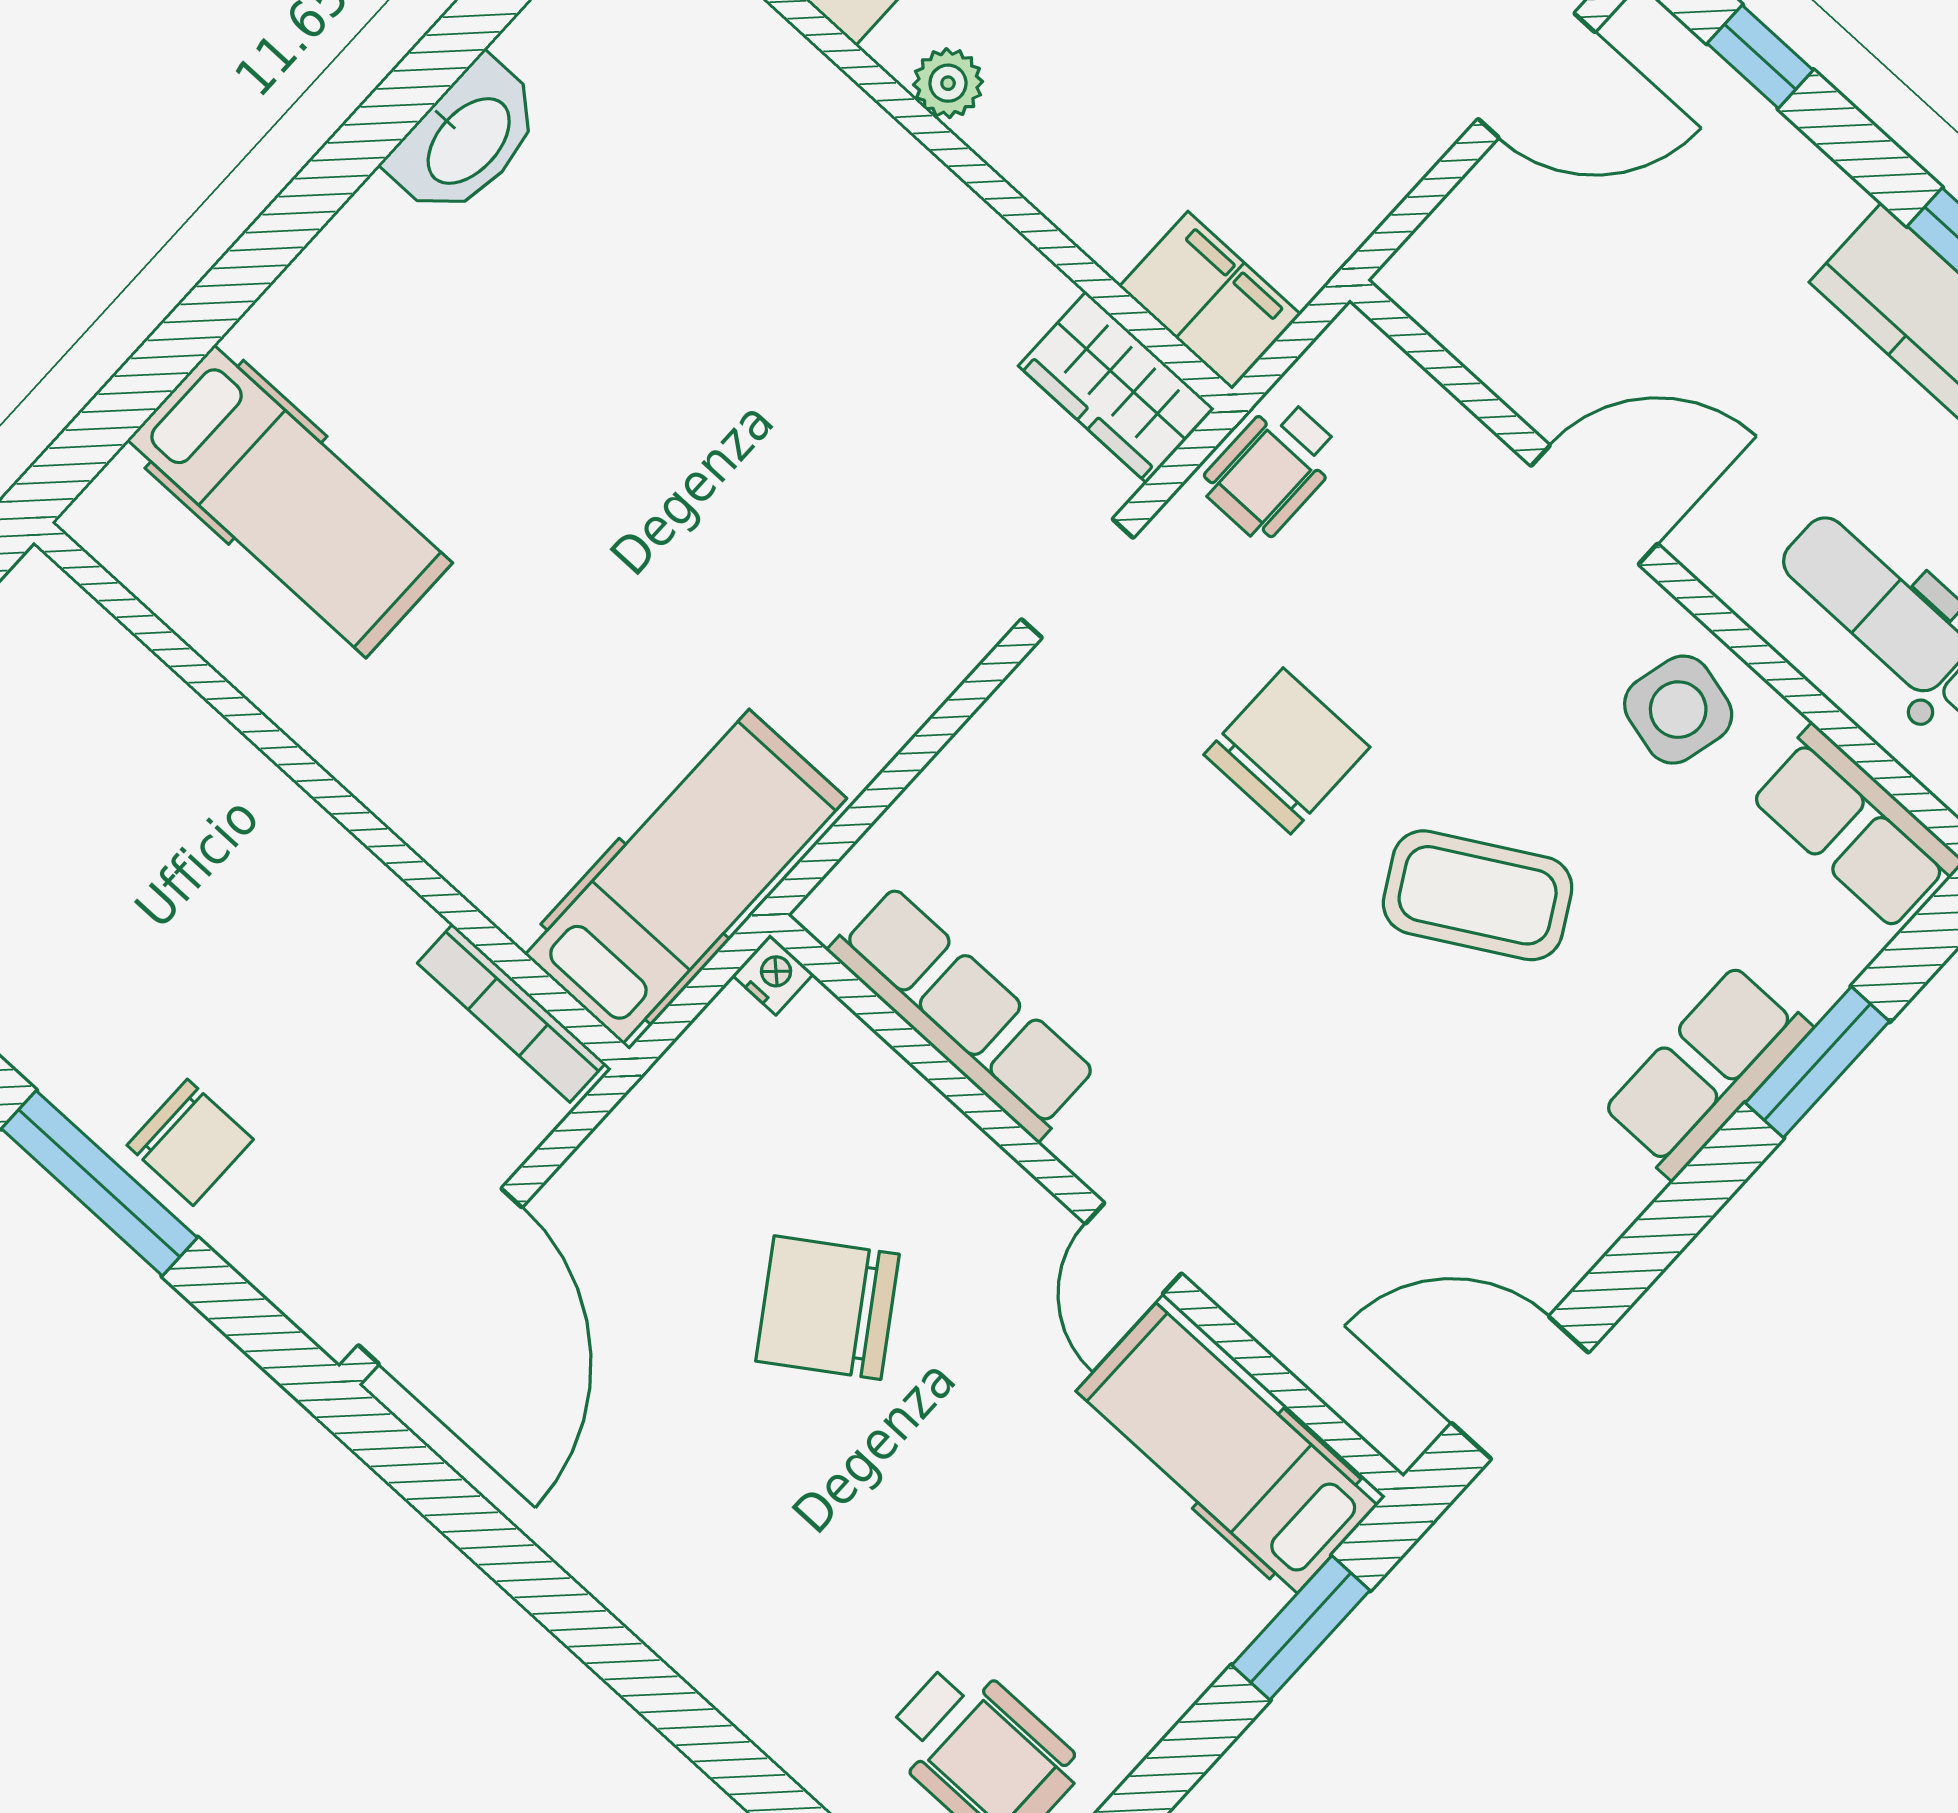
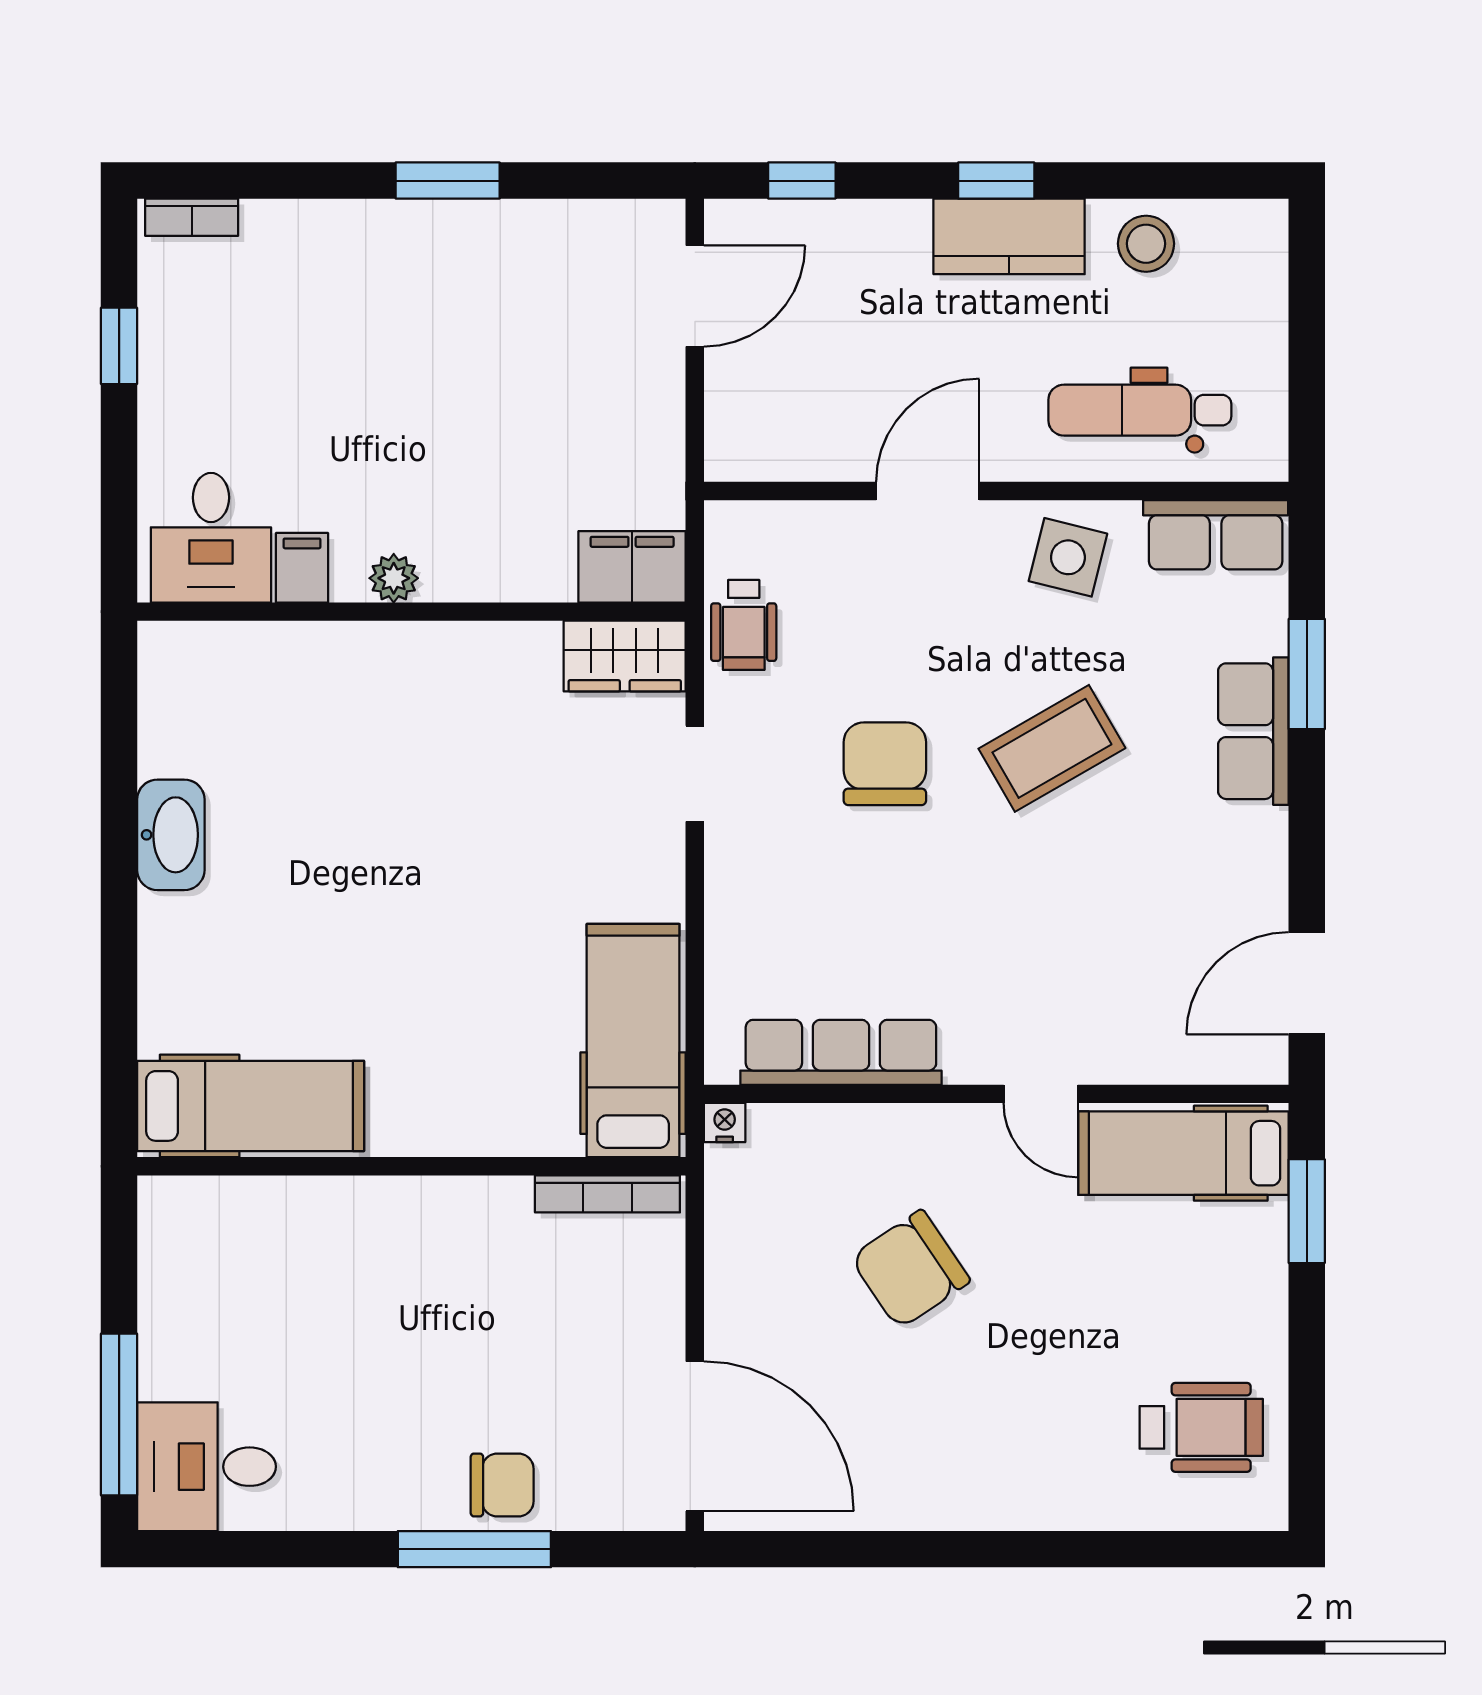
wall: (332, 796) -> (411, 1166), moved
hospital bed: (686, 876) -> (633, 1041), moved
bookcase: (511, 1013) -> (607, 1194), moved

